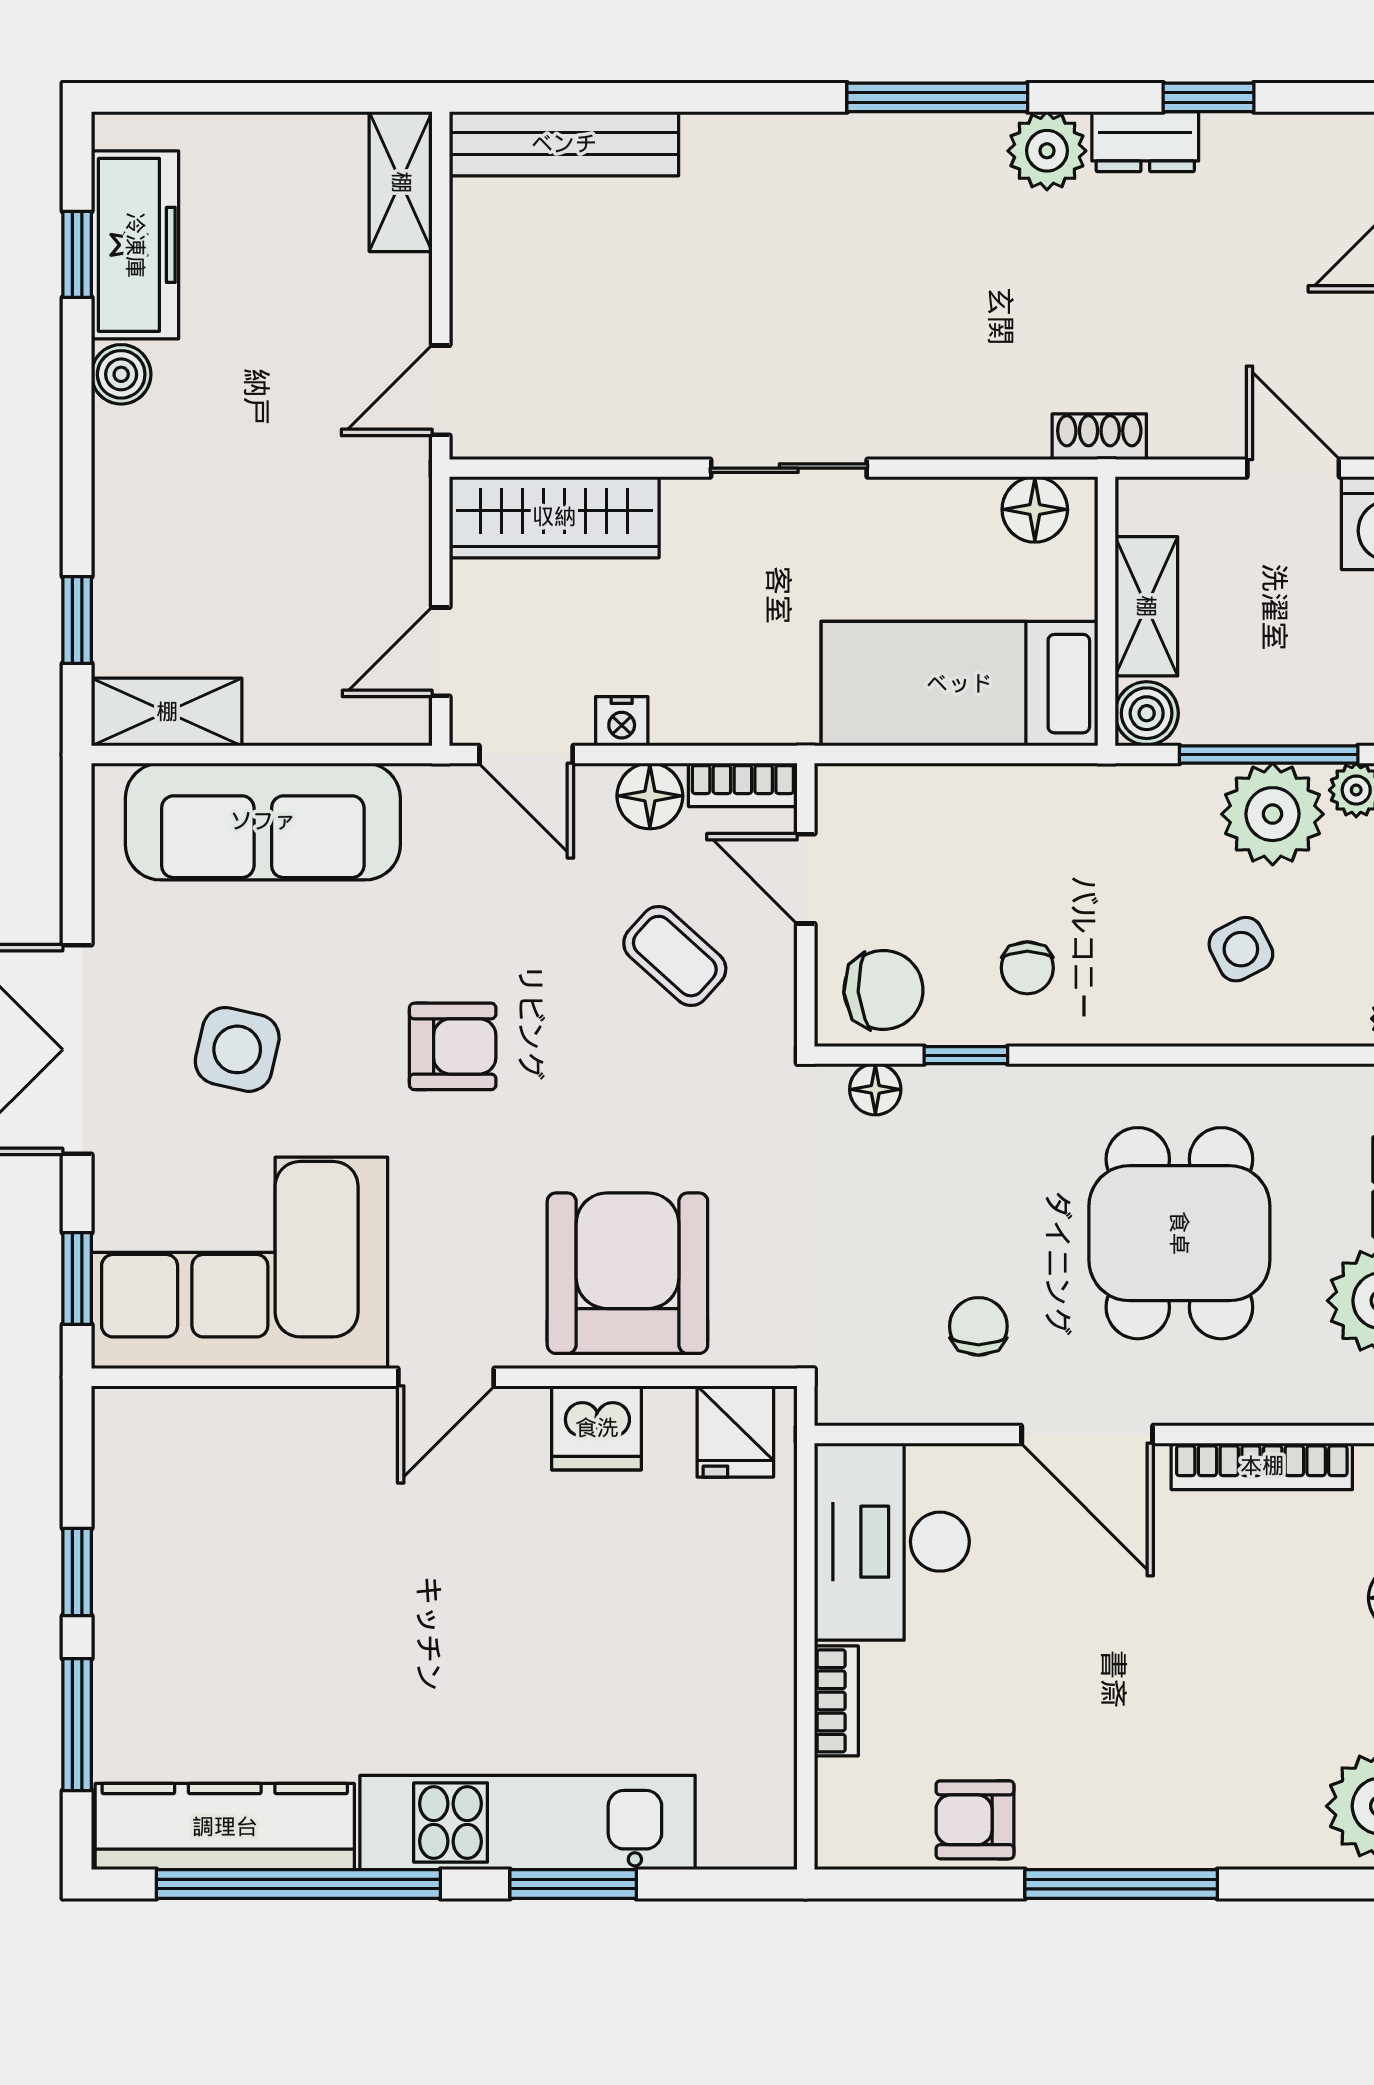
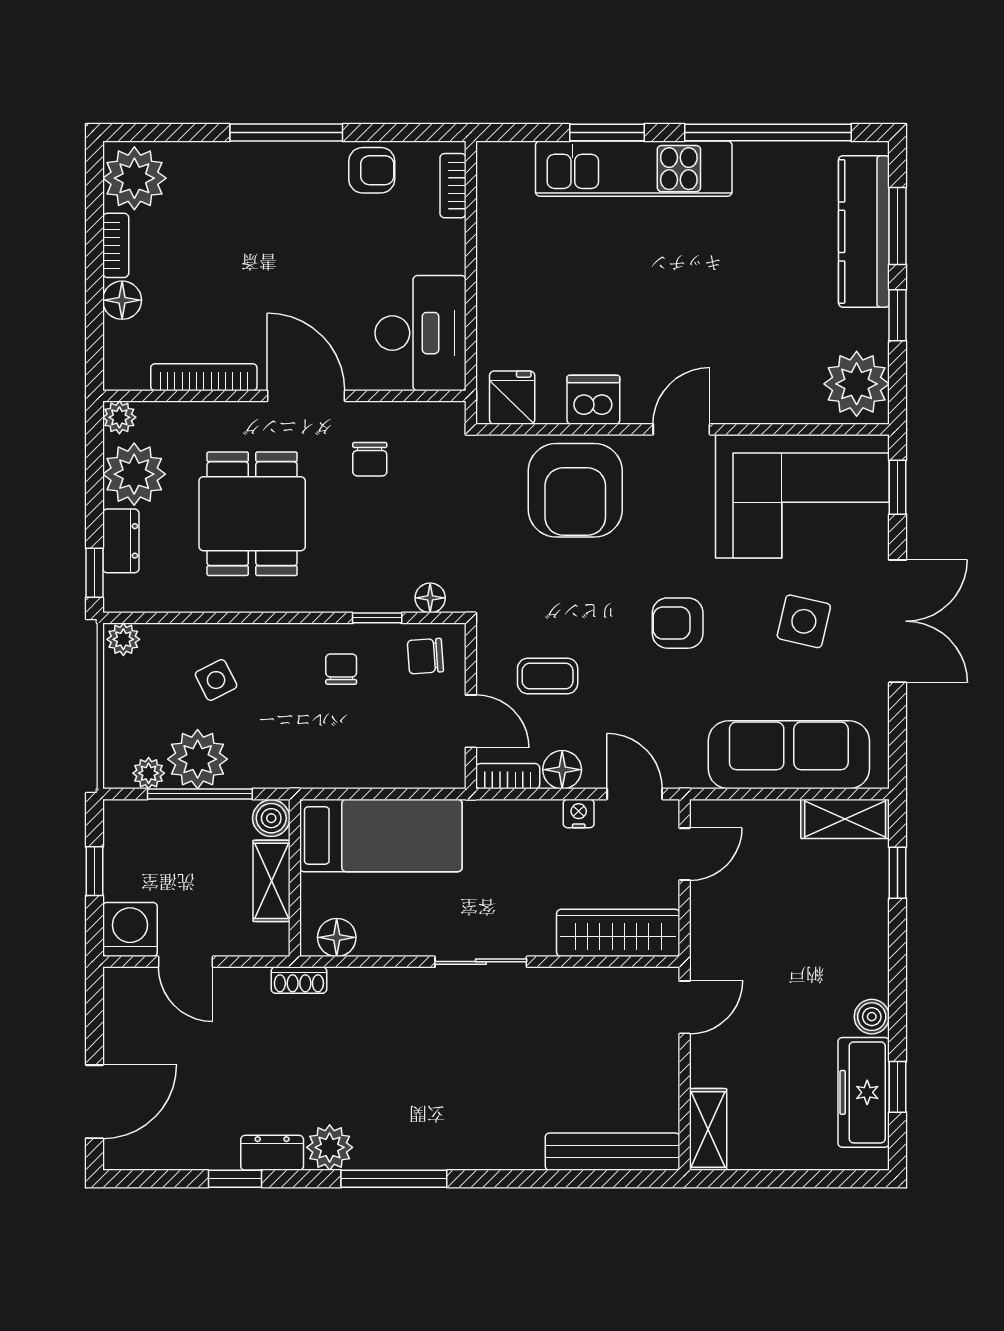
coffee table: (675, 956) -> (548, 676), turned -42
chair: (883, 990) -> (425, 656), width x0.73, depth x0.73
plant: (147, 1455) -> (857, 384), added
bookcase: (836, 1701) -> (453, 186), moved
kitchen counter: (225, 1827) -> (864, 231), moved, turned 90

